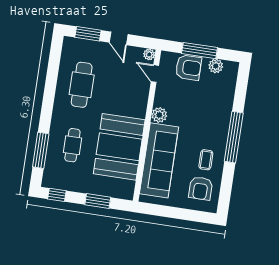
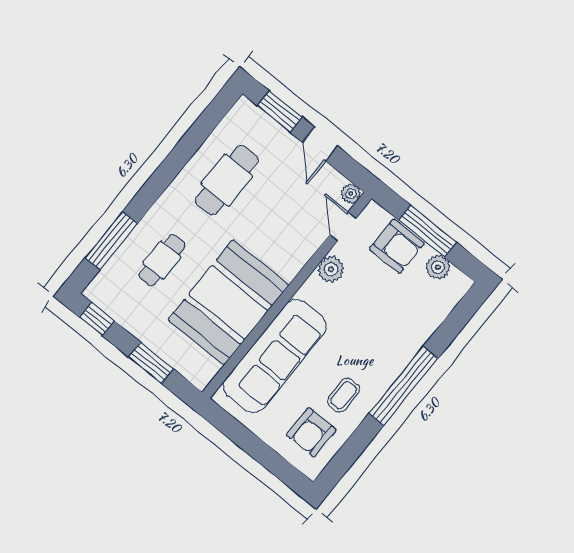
plant: (159, 115) -> (331, 269), moved

